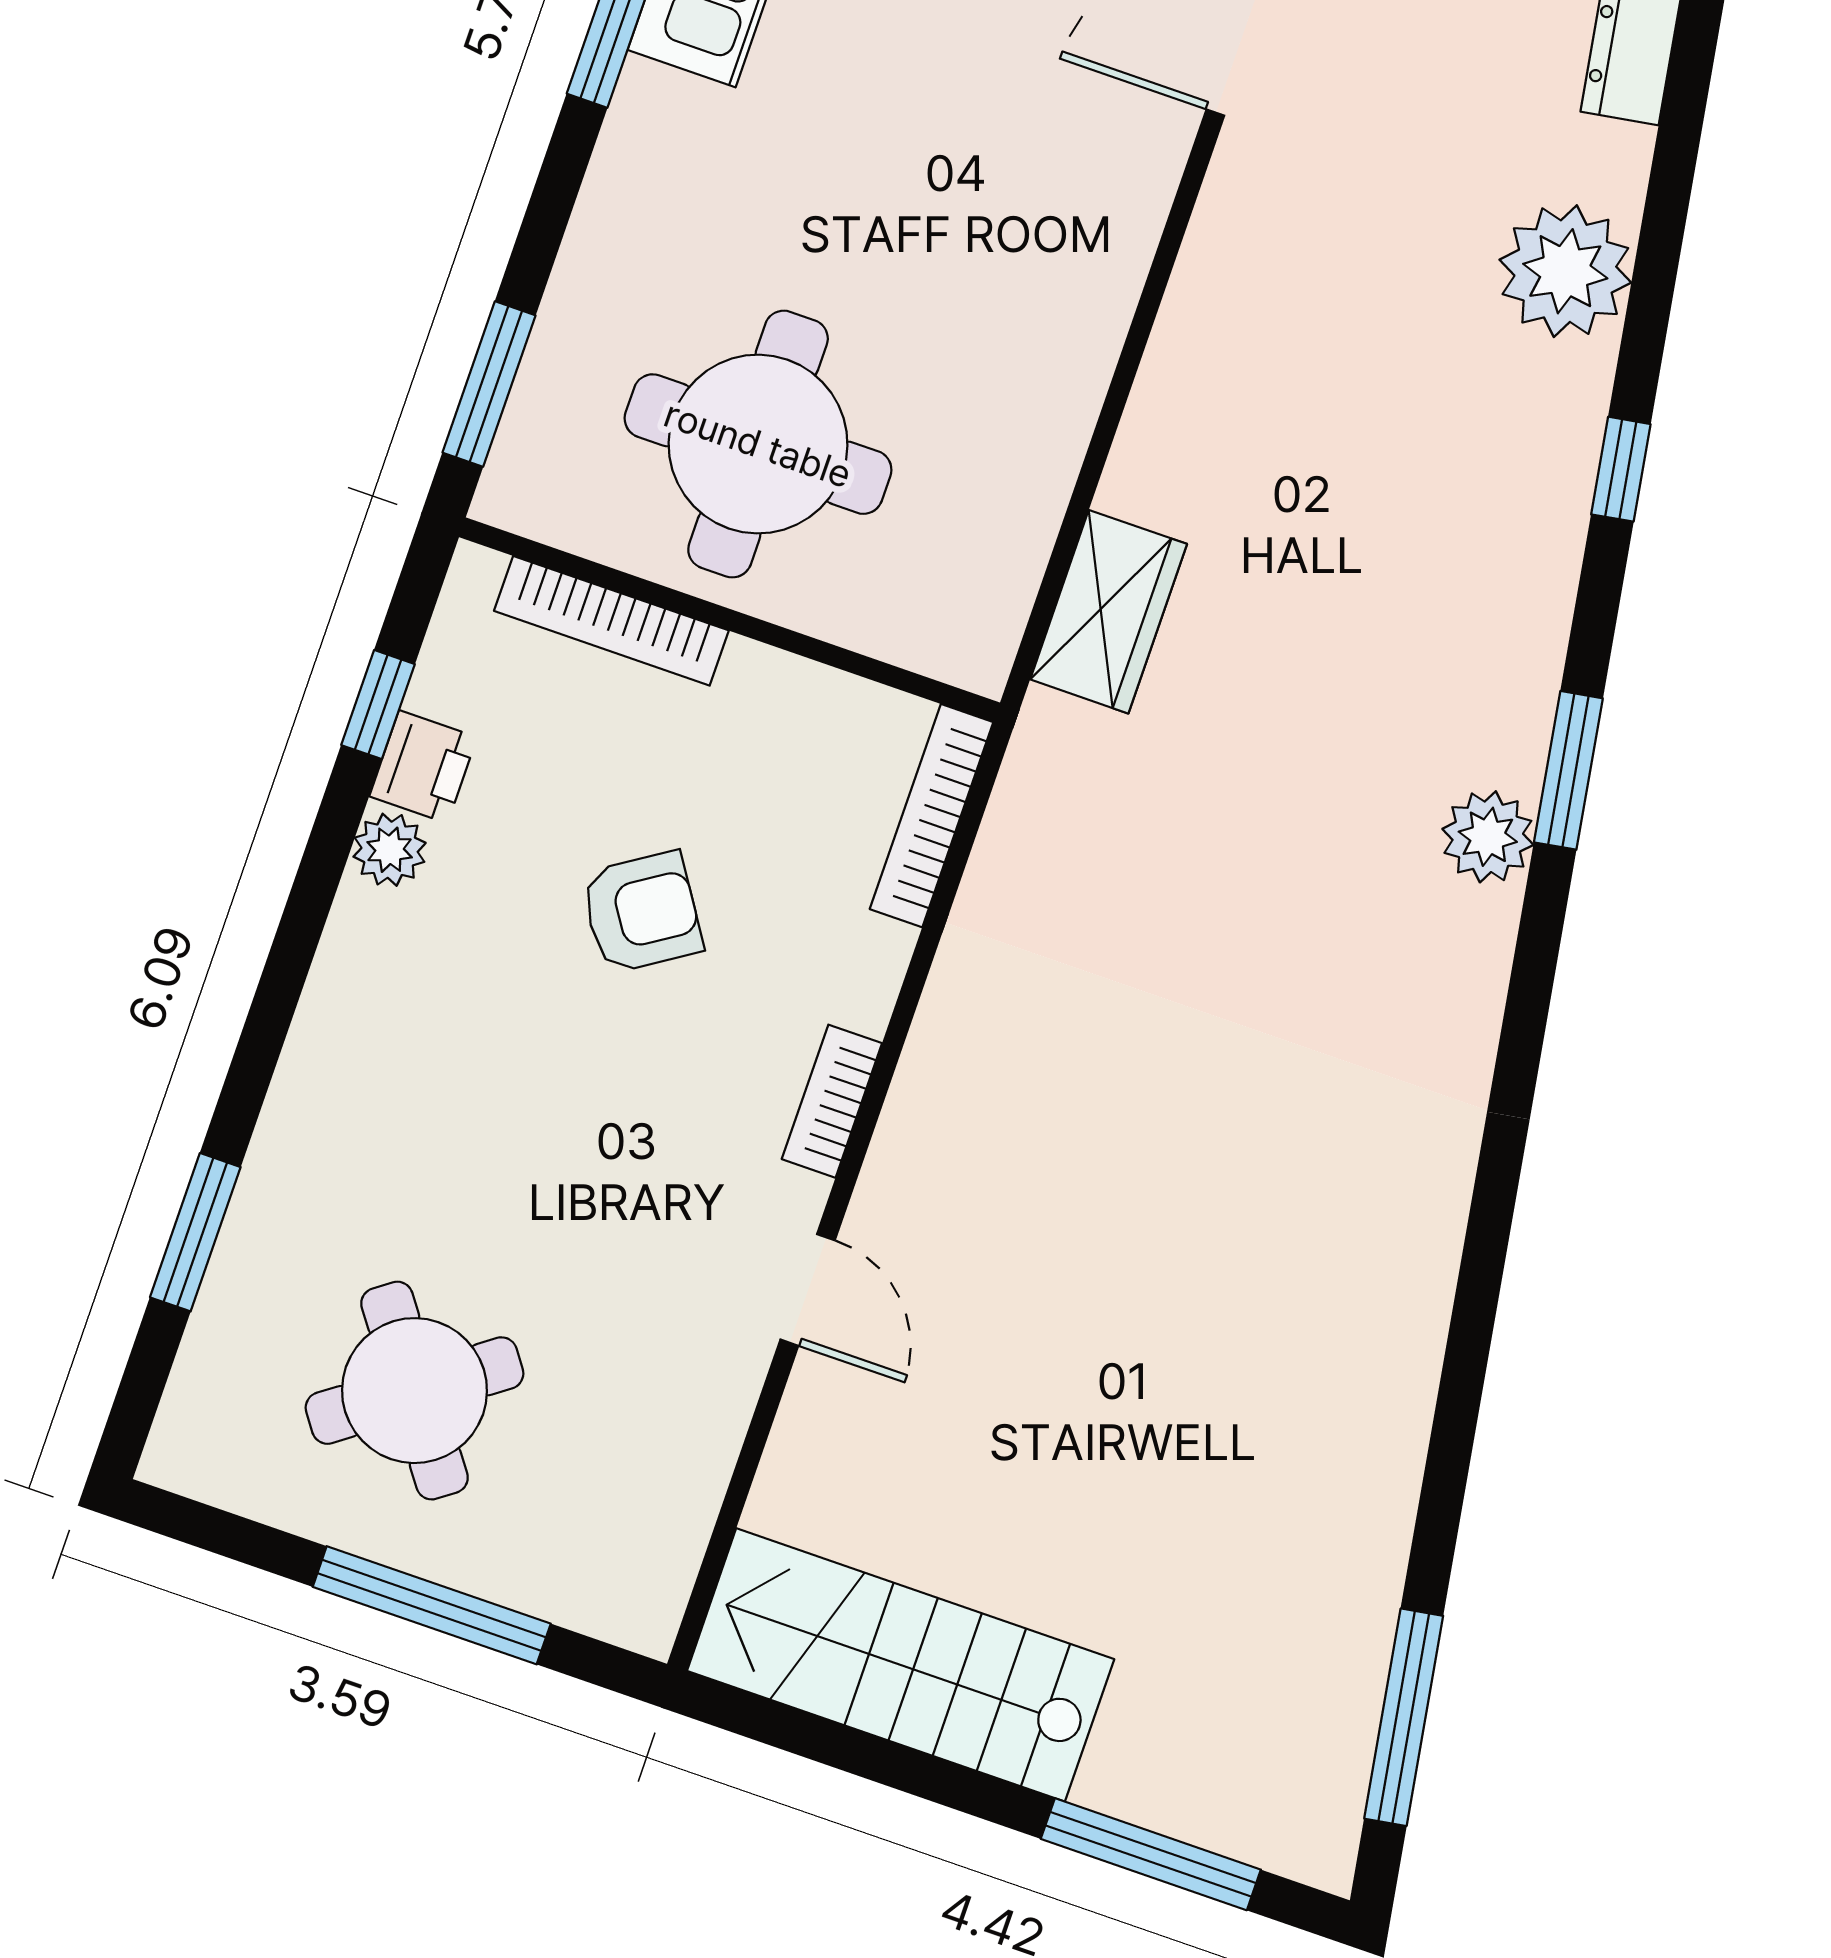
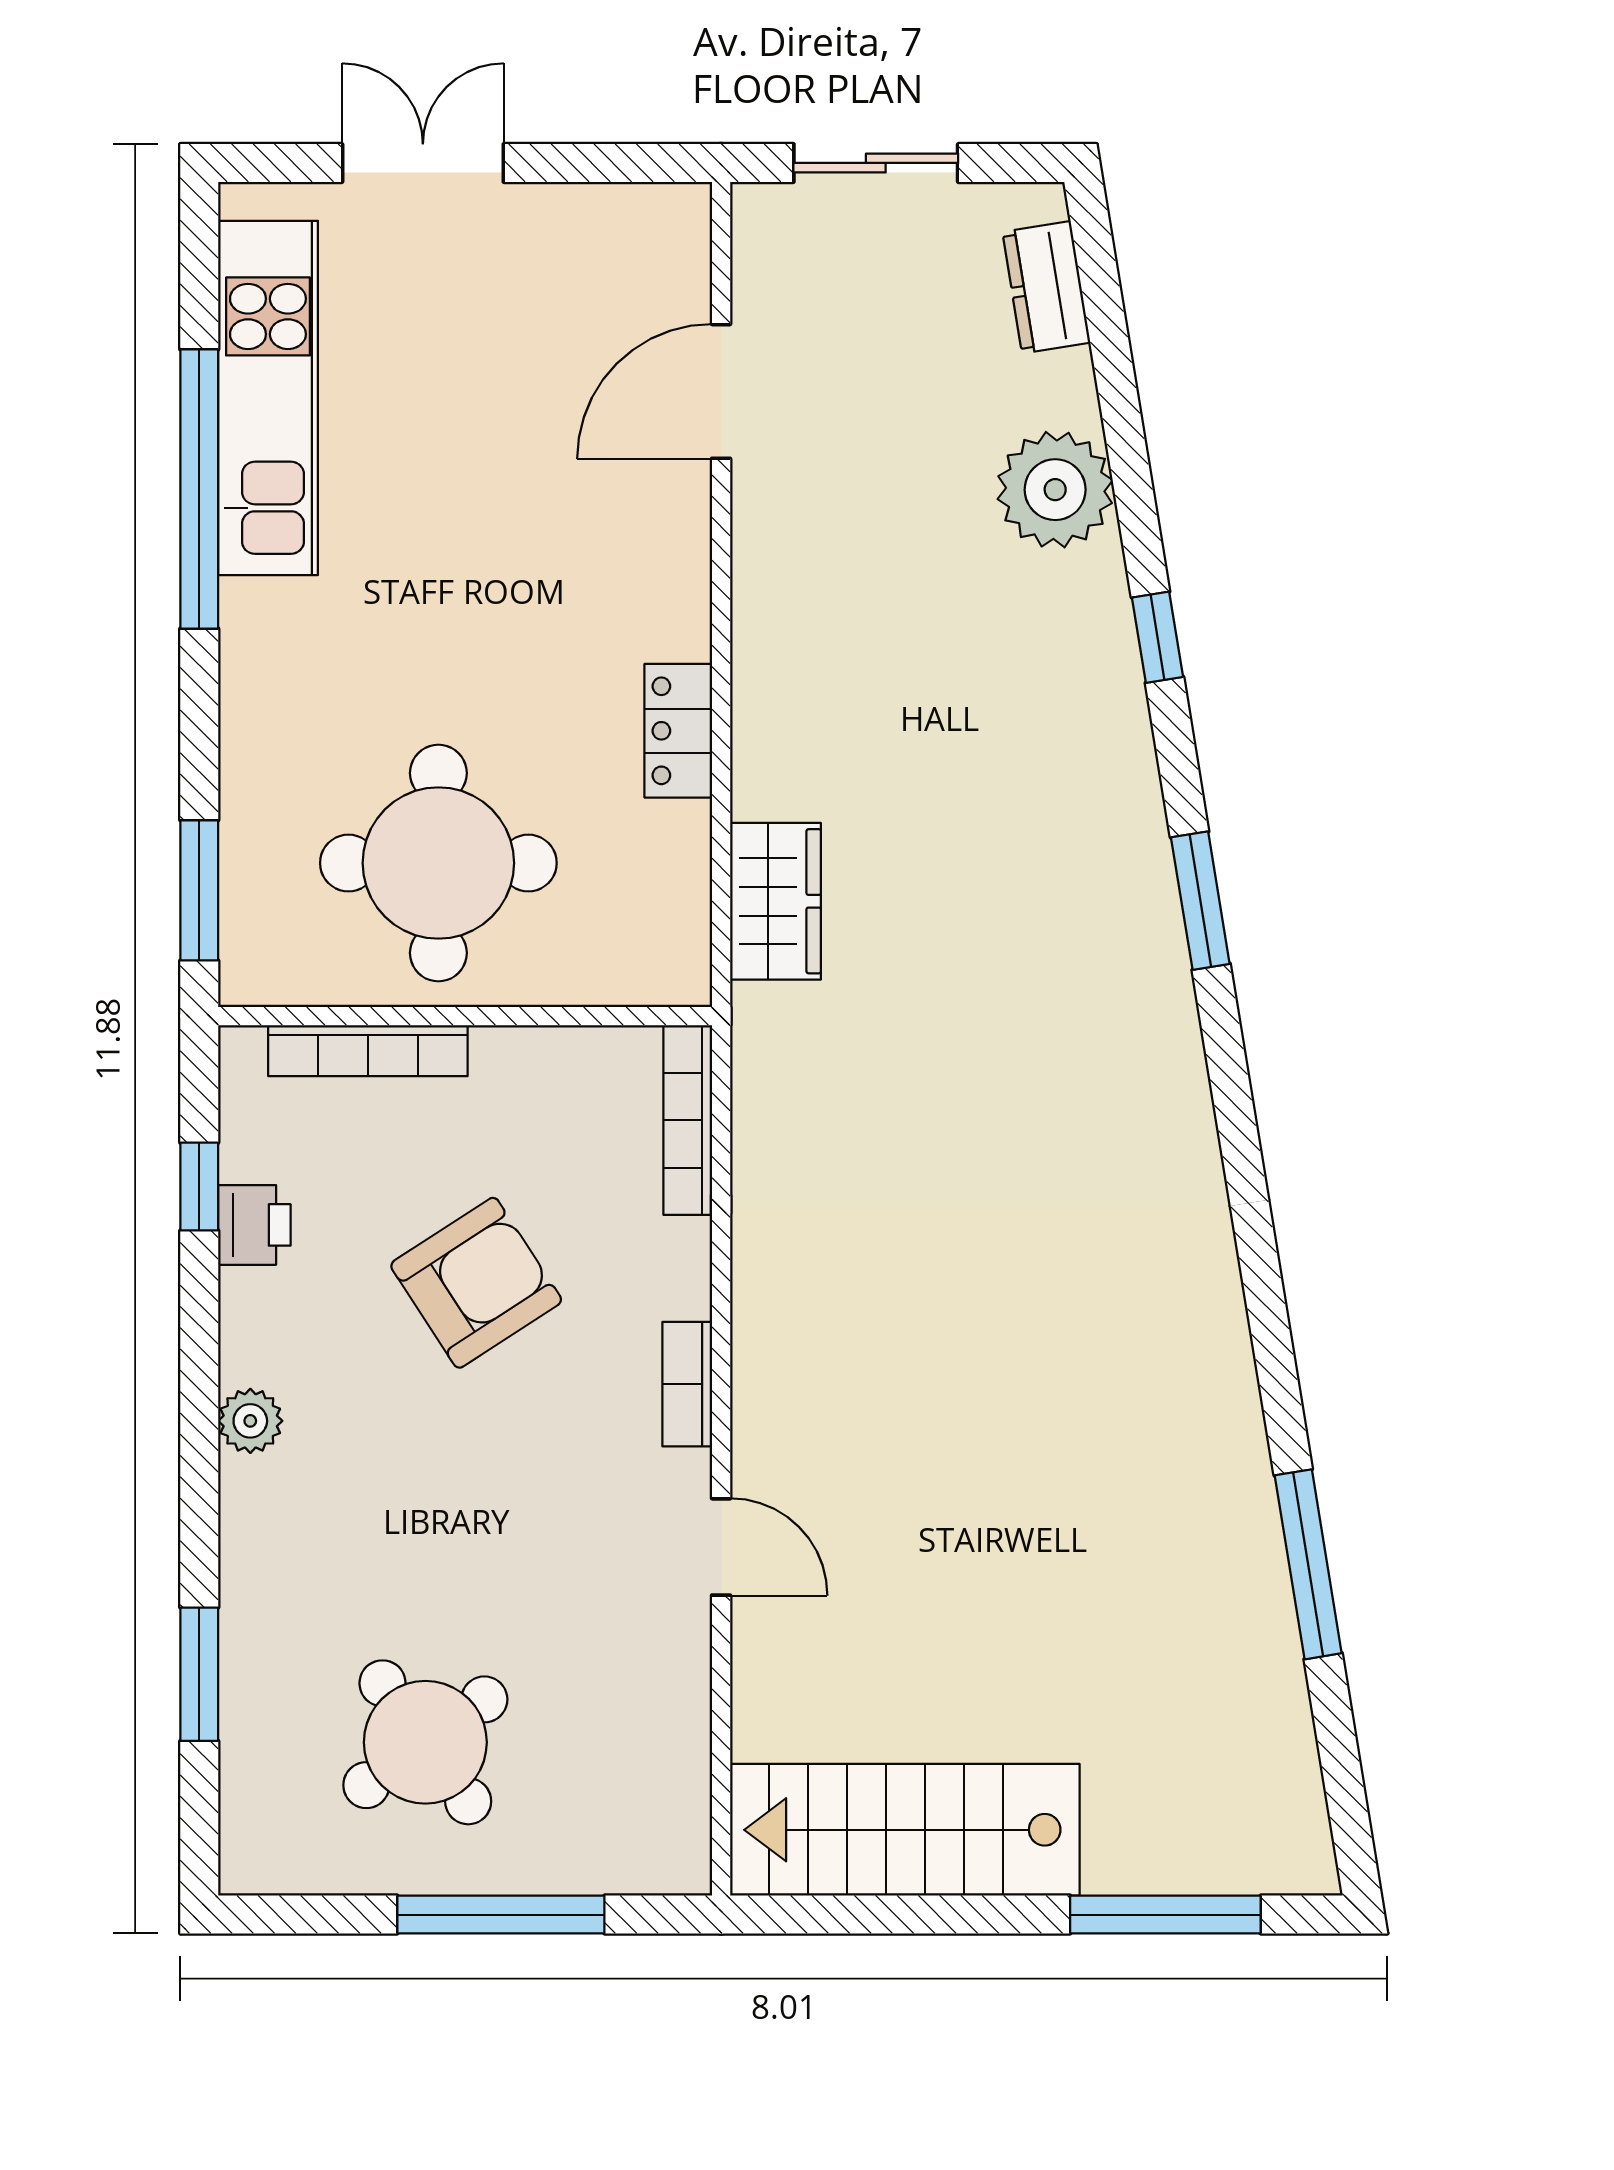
locker: (1067, 391) -> (678, 731), added
plant: (1488, 837) -> (1153, 979), removed
plant: (390, 850) -> (250, 1421), moved
armchair: (642, 912) -> (476, 1283), width x1.38, depth x1.38
window: (1404, 1717) -> (1308, 1564), moved

